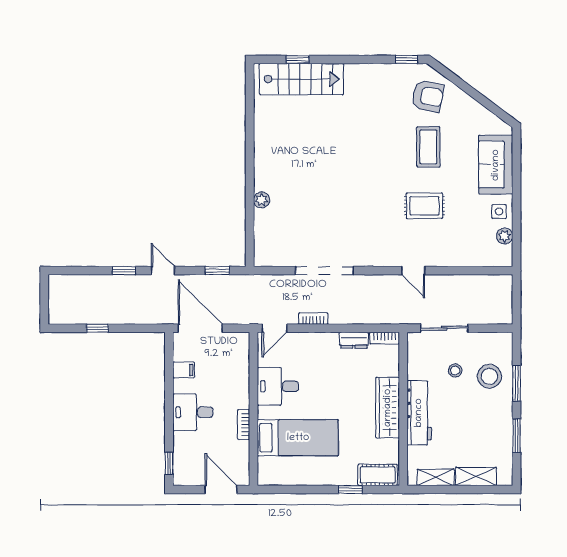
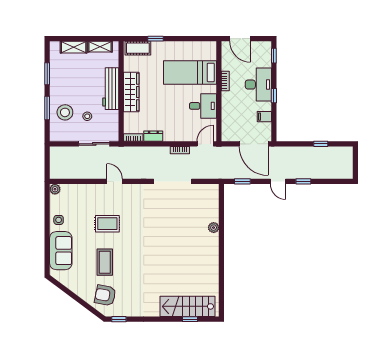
plant: (505, 236) -> (55, 189), moved
window: (169, 402) -> (274, 96), added
desk: (193, 412) -> (258, 85), width x1.37

